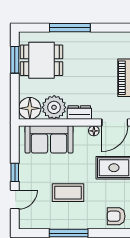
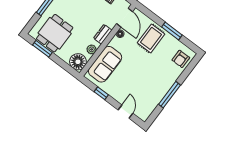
plant: (54, 107) -> (92, 49), width x0.53, depth x0.53
window: (15, 172) -> (101, 93), moved
coffee table: (68, 193) -> (145, 77), removed

